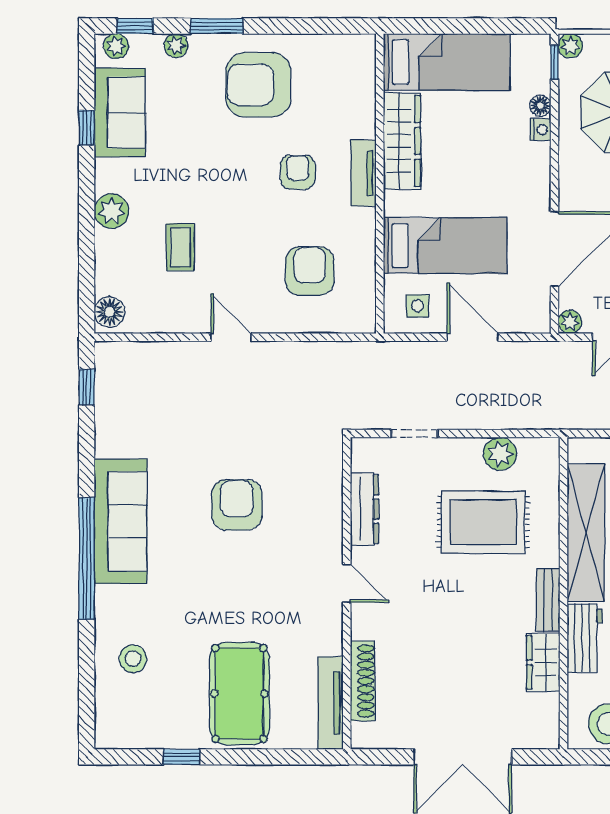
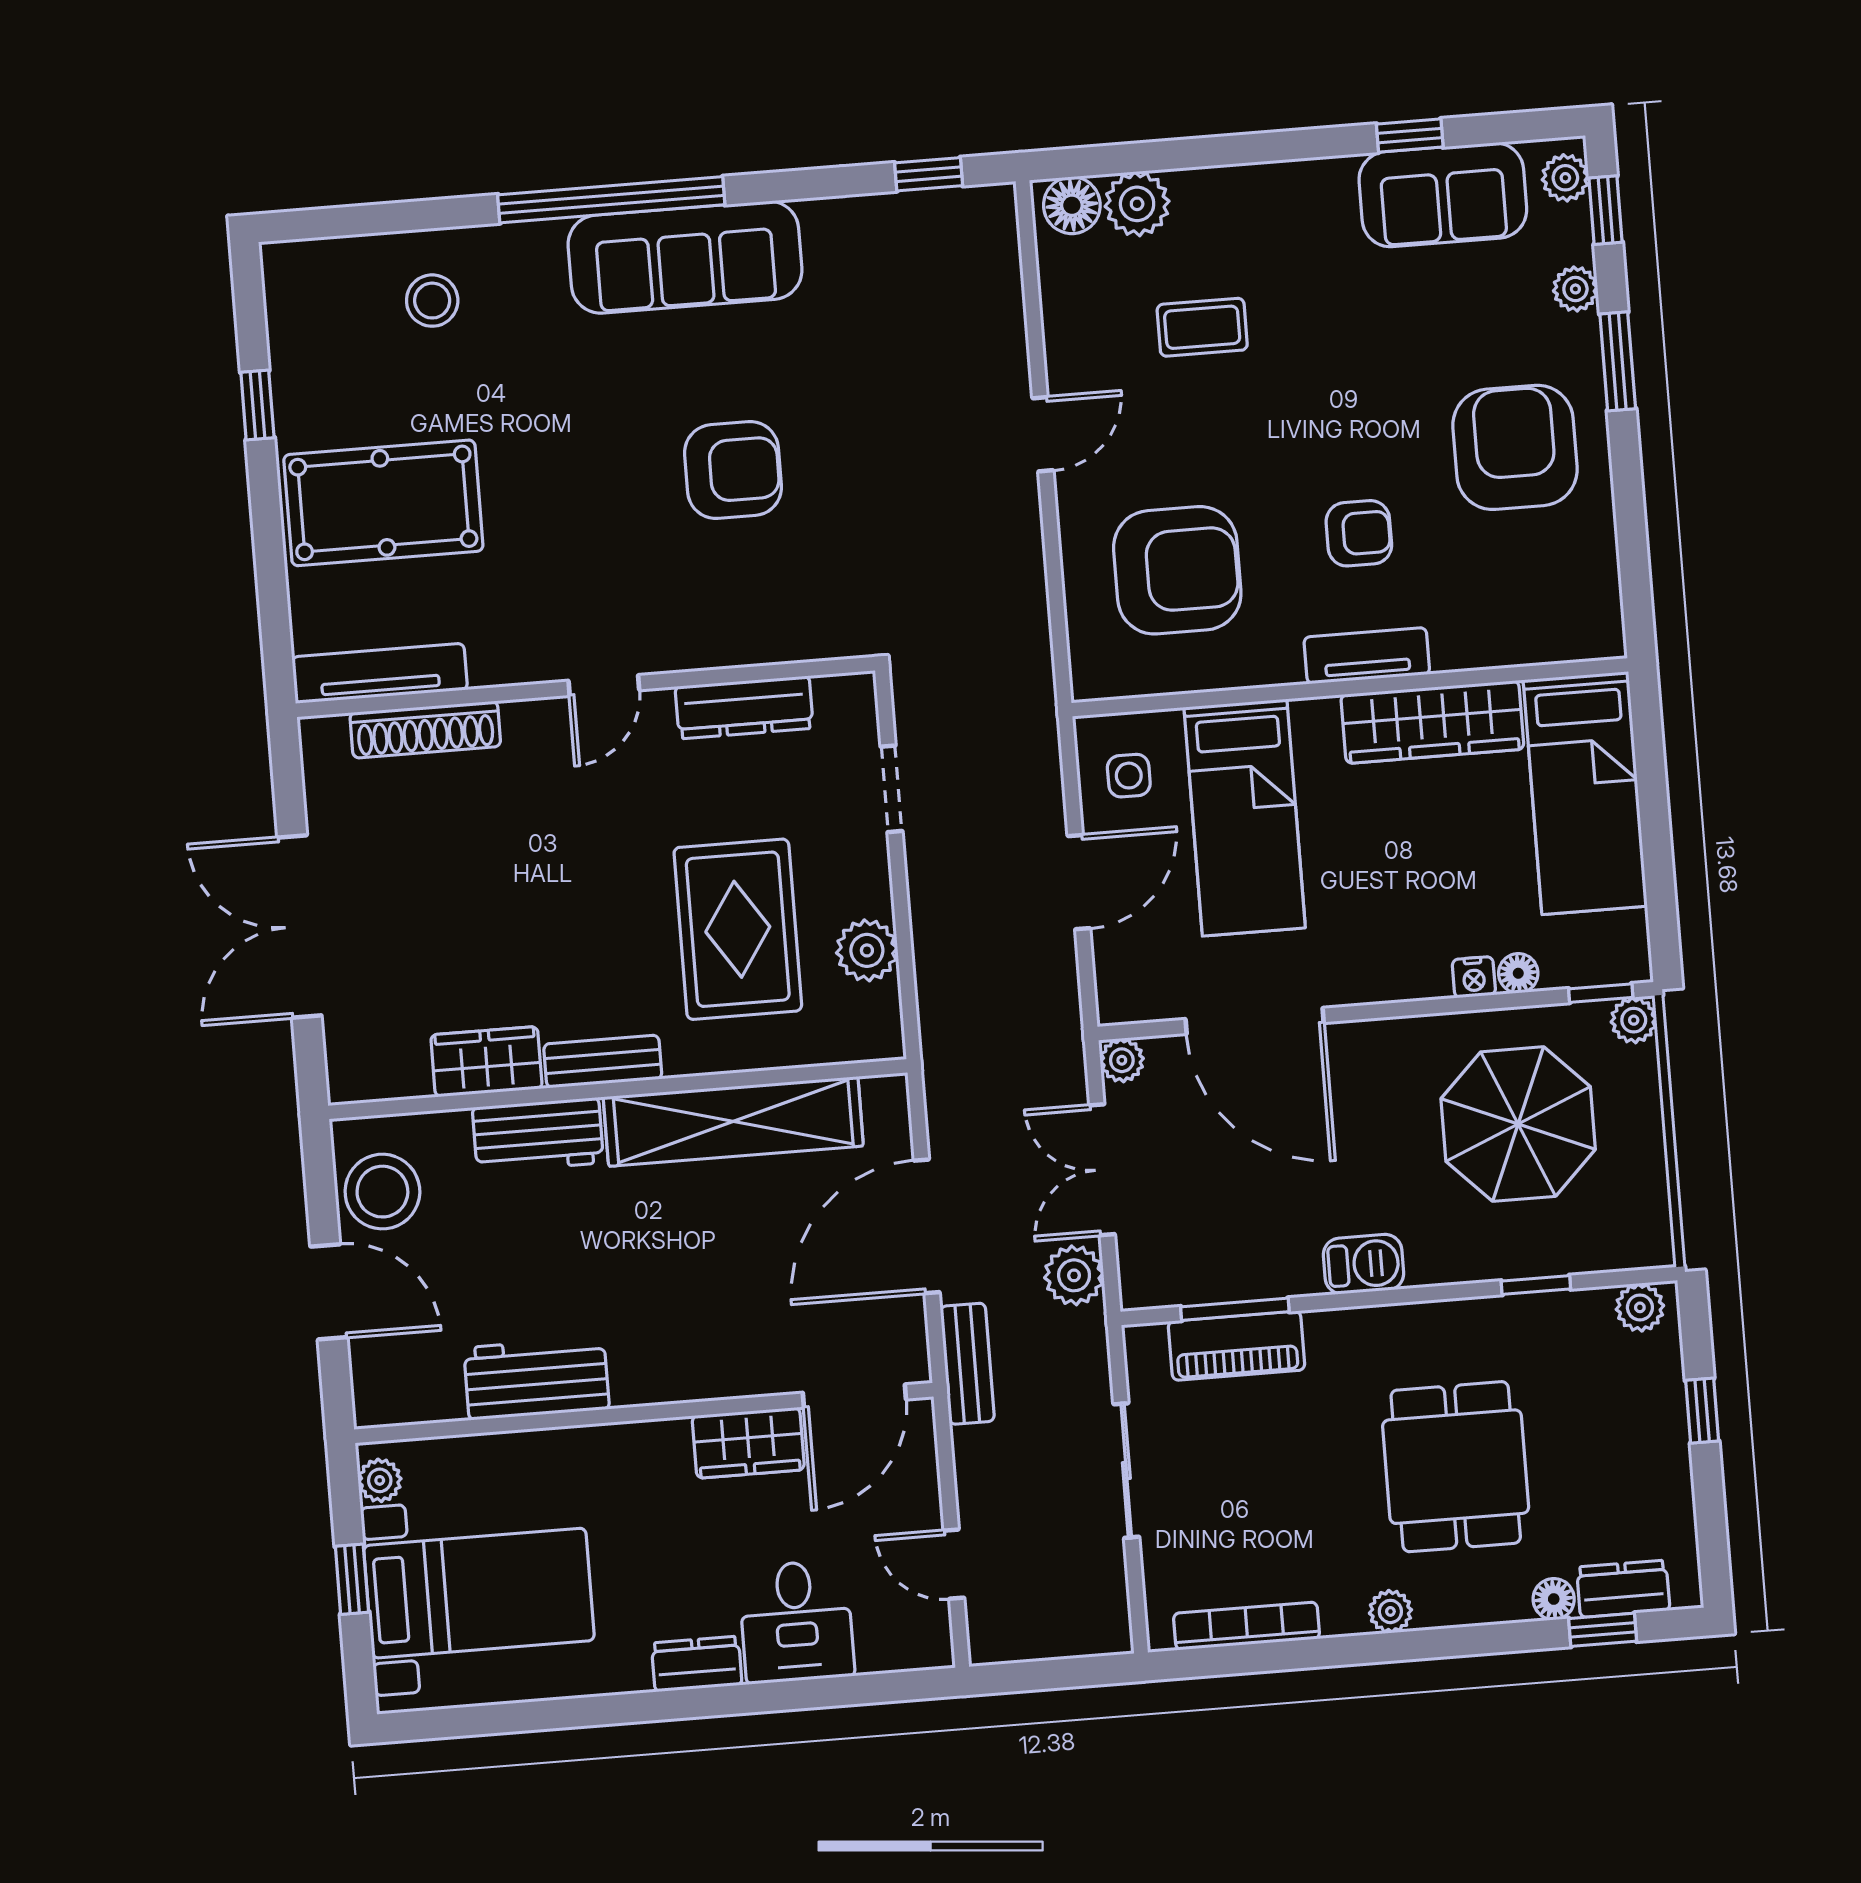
plant: (112, 211) -> (1137, 204), moved
armchair: (310, 271) -> (1177, 570), width x1.36, depth x1.36

